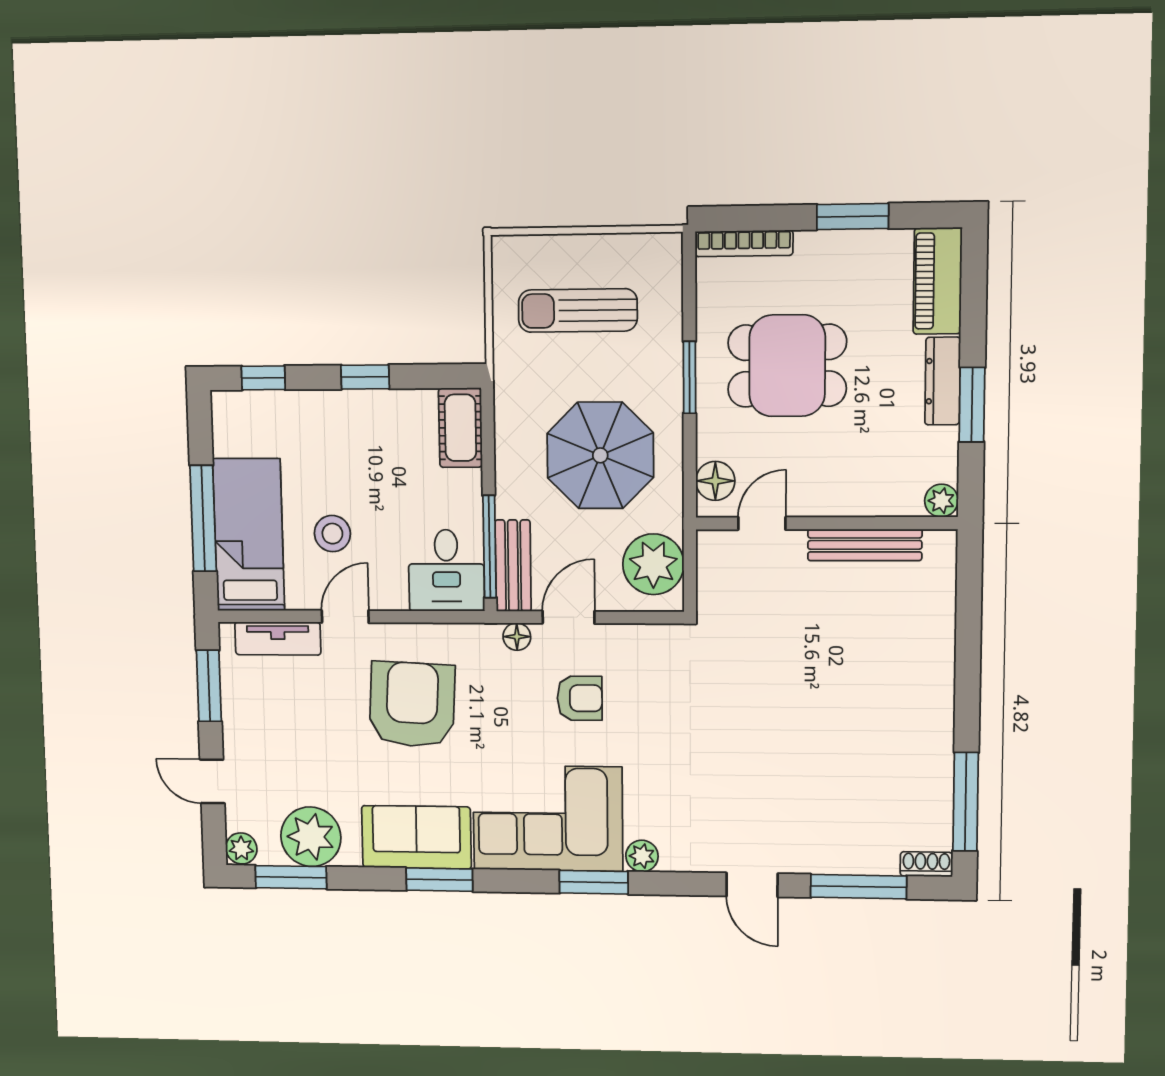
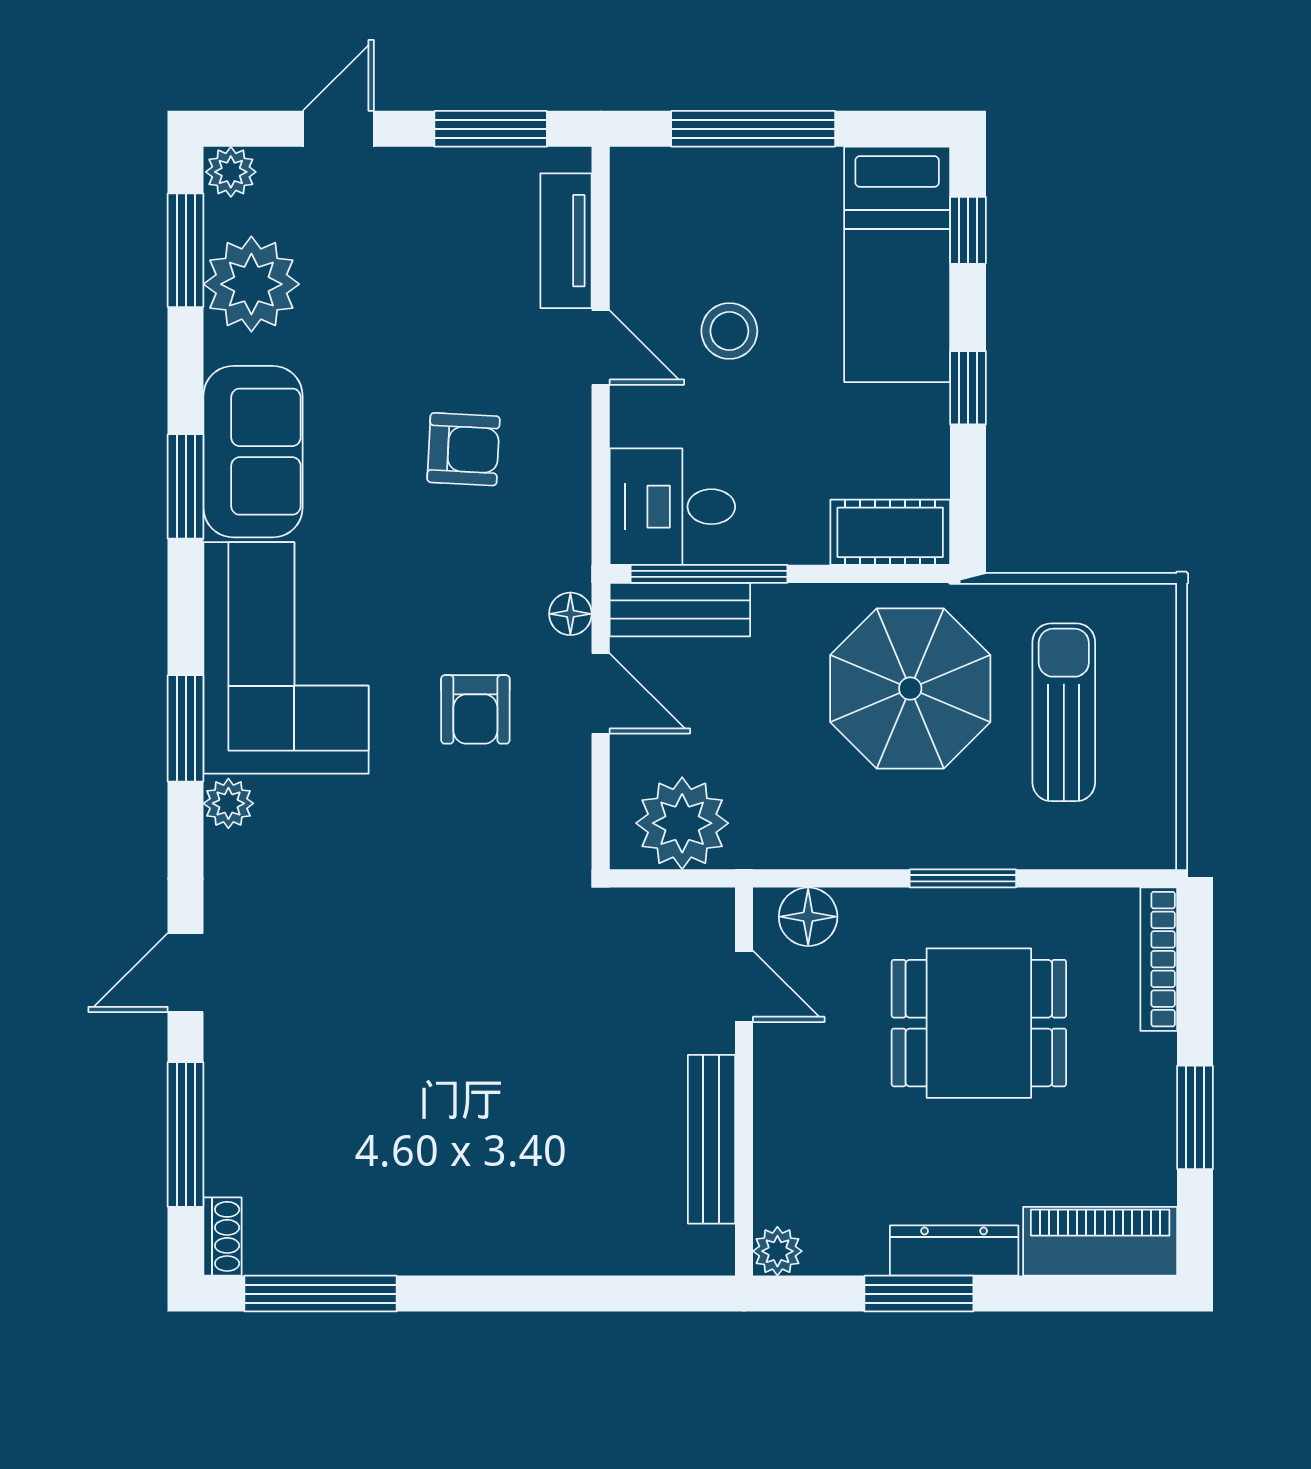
dining table: (787, 366) -> (979, 1023), turned 90
parasol: (600, 455) -> (910, 689), moved
bed: (249, 535) -> (897, 264), moved, turned 90
armchair: (412, 705) -> (463, 449), width x0.53, depth x0.53

